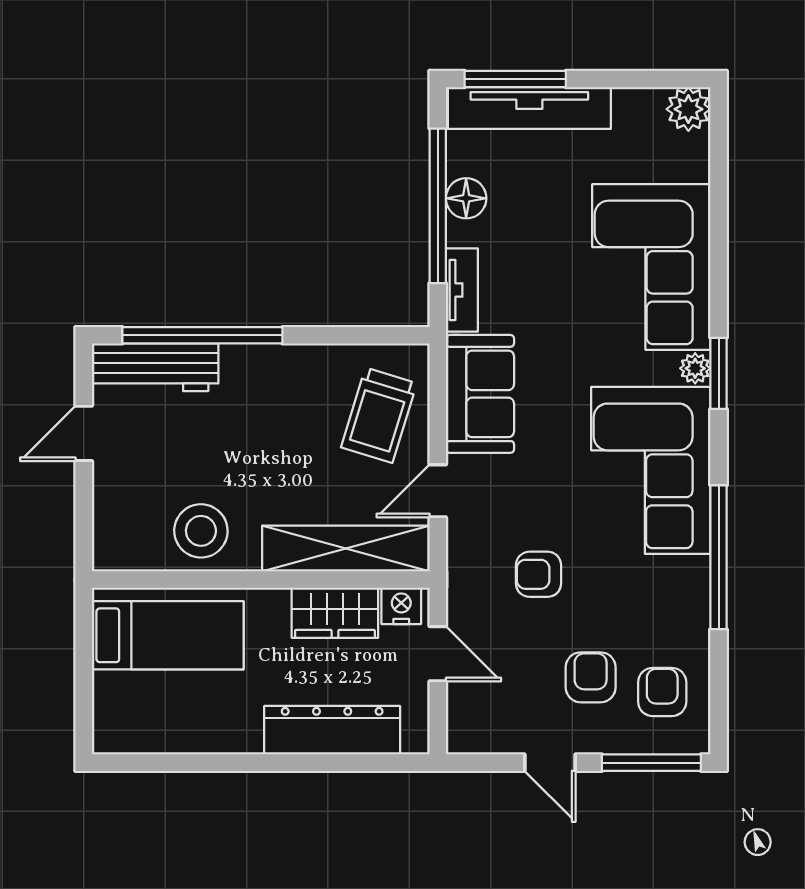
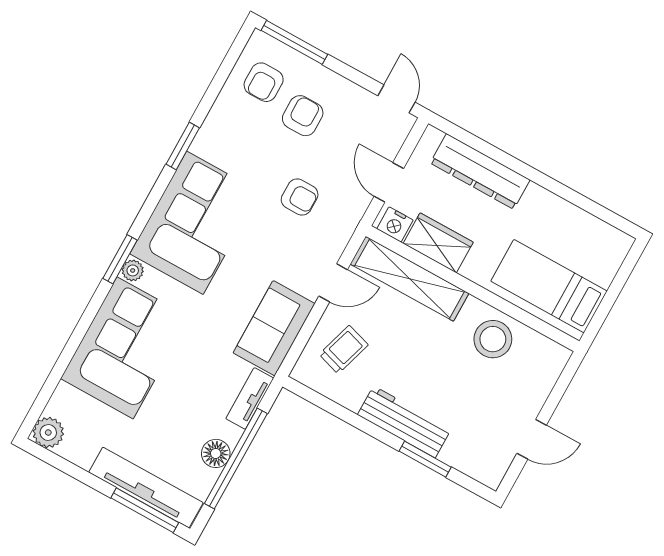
window: (202, 335) -> (425, 459), width x0.47
workbench: (155, 367) -> (404, 422), moved
trolley: (379, 415) -> (344, 350), width x0.73, depth x0.72
window: (719, 557) -> (183, 146), width x0.47
armchair: (591, 677) -> (303, 116), turned 180
door: (550, 763) -> (397, 99), moved

